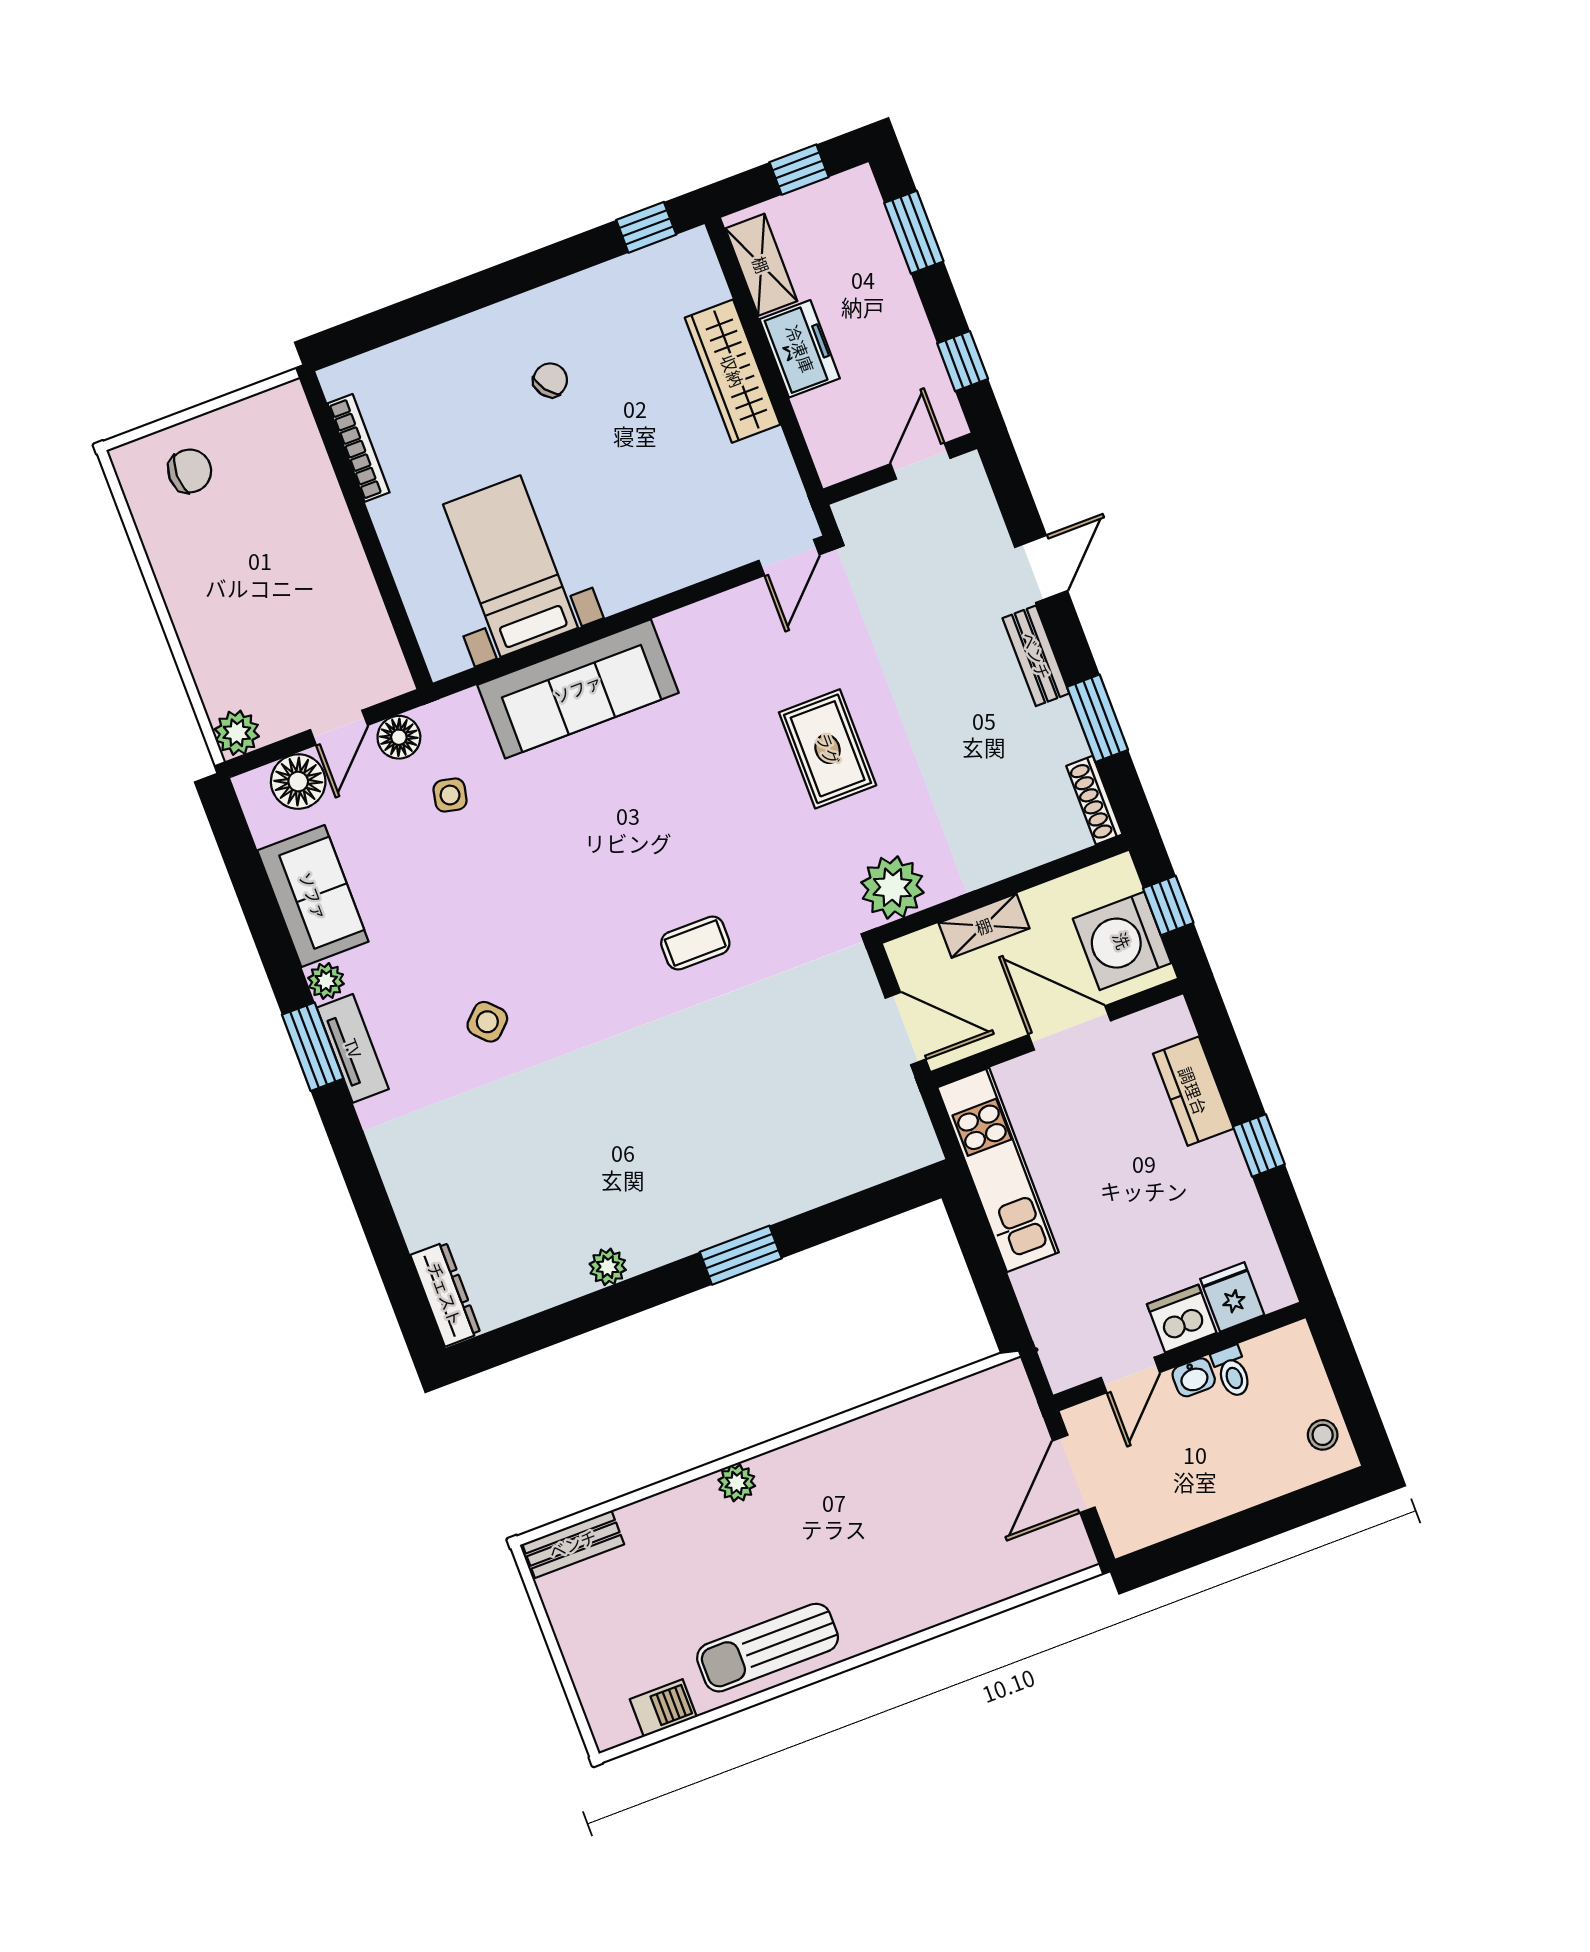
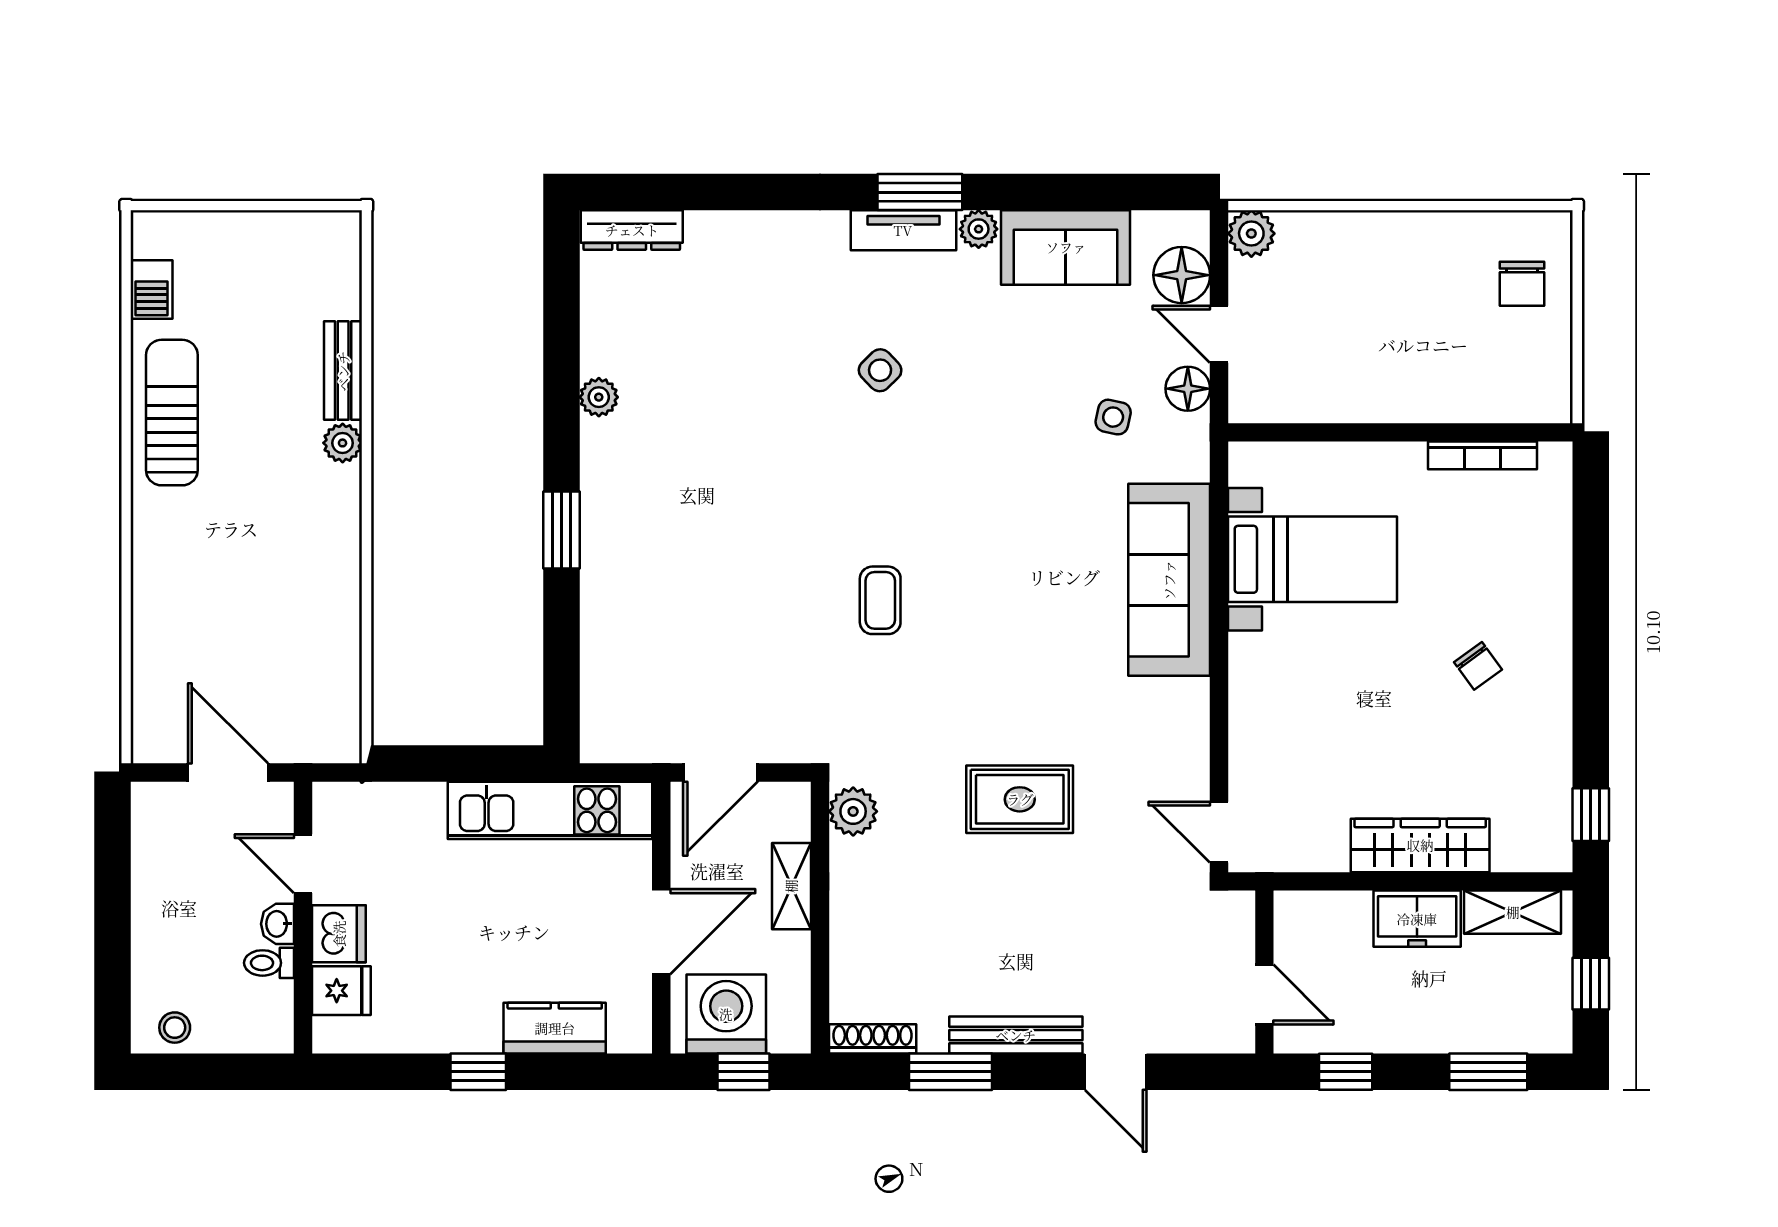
bench: (1036, 656) -> (1016, 1035), width x1.36
plant: (892, 887) -> (853, 811), width x0.73, depth x0.73
bench: (573, 1544) -> (343, 371), moved

